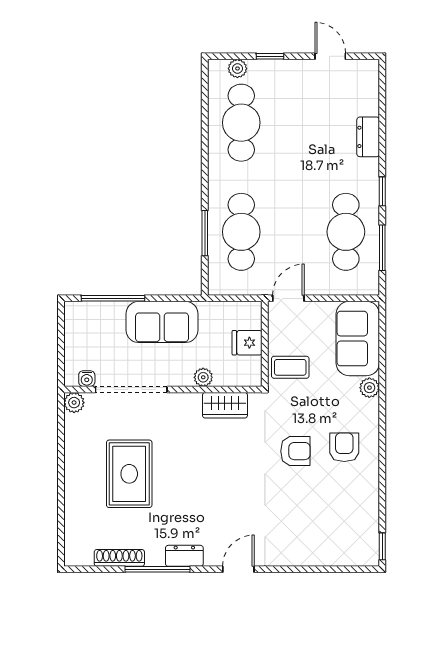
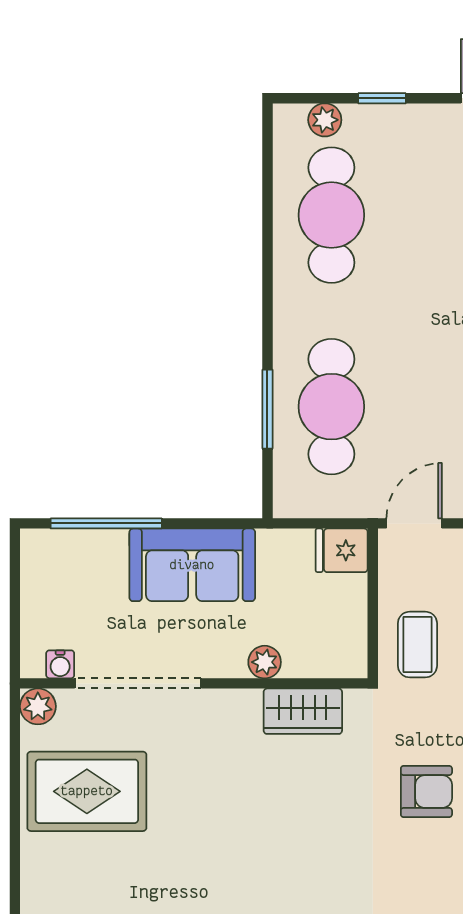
fridge: (247, 343) -> (342, 550), moved
coffee table: (290, 367) -> (417, 645), turned 90
rug: (129, 474) -> (87, 791), moved, turned 90

